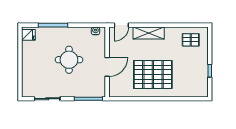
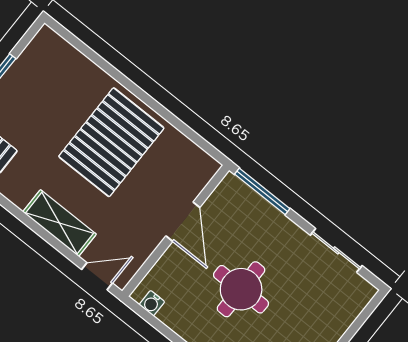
door: (107, 67) -> (183, 222), swing flipped
pallet: (153, 74) -> (111, 142), turned 90

